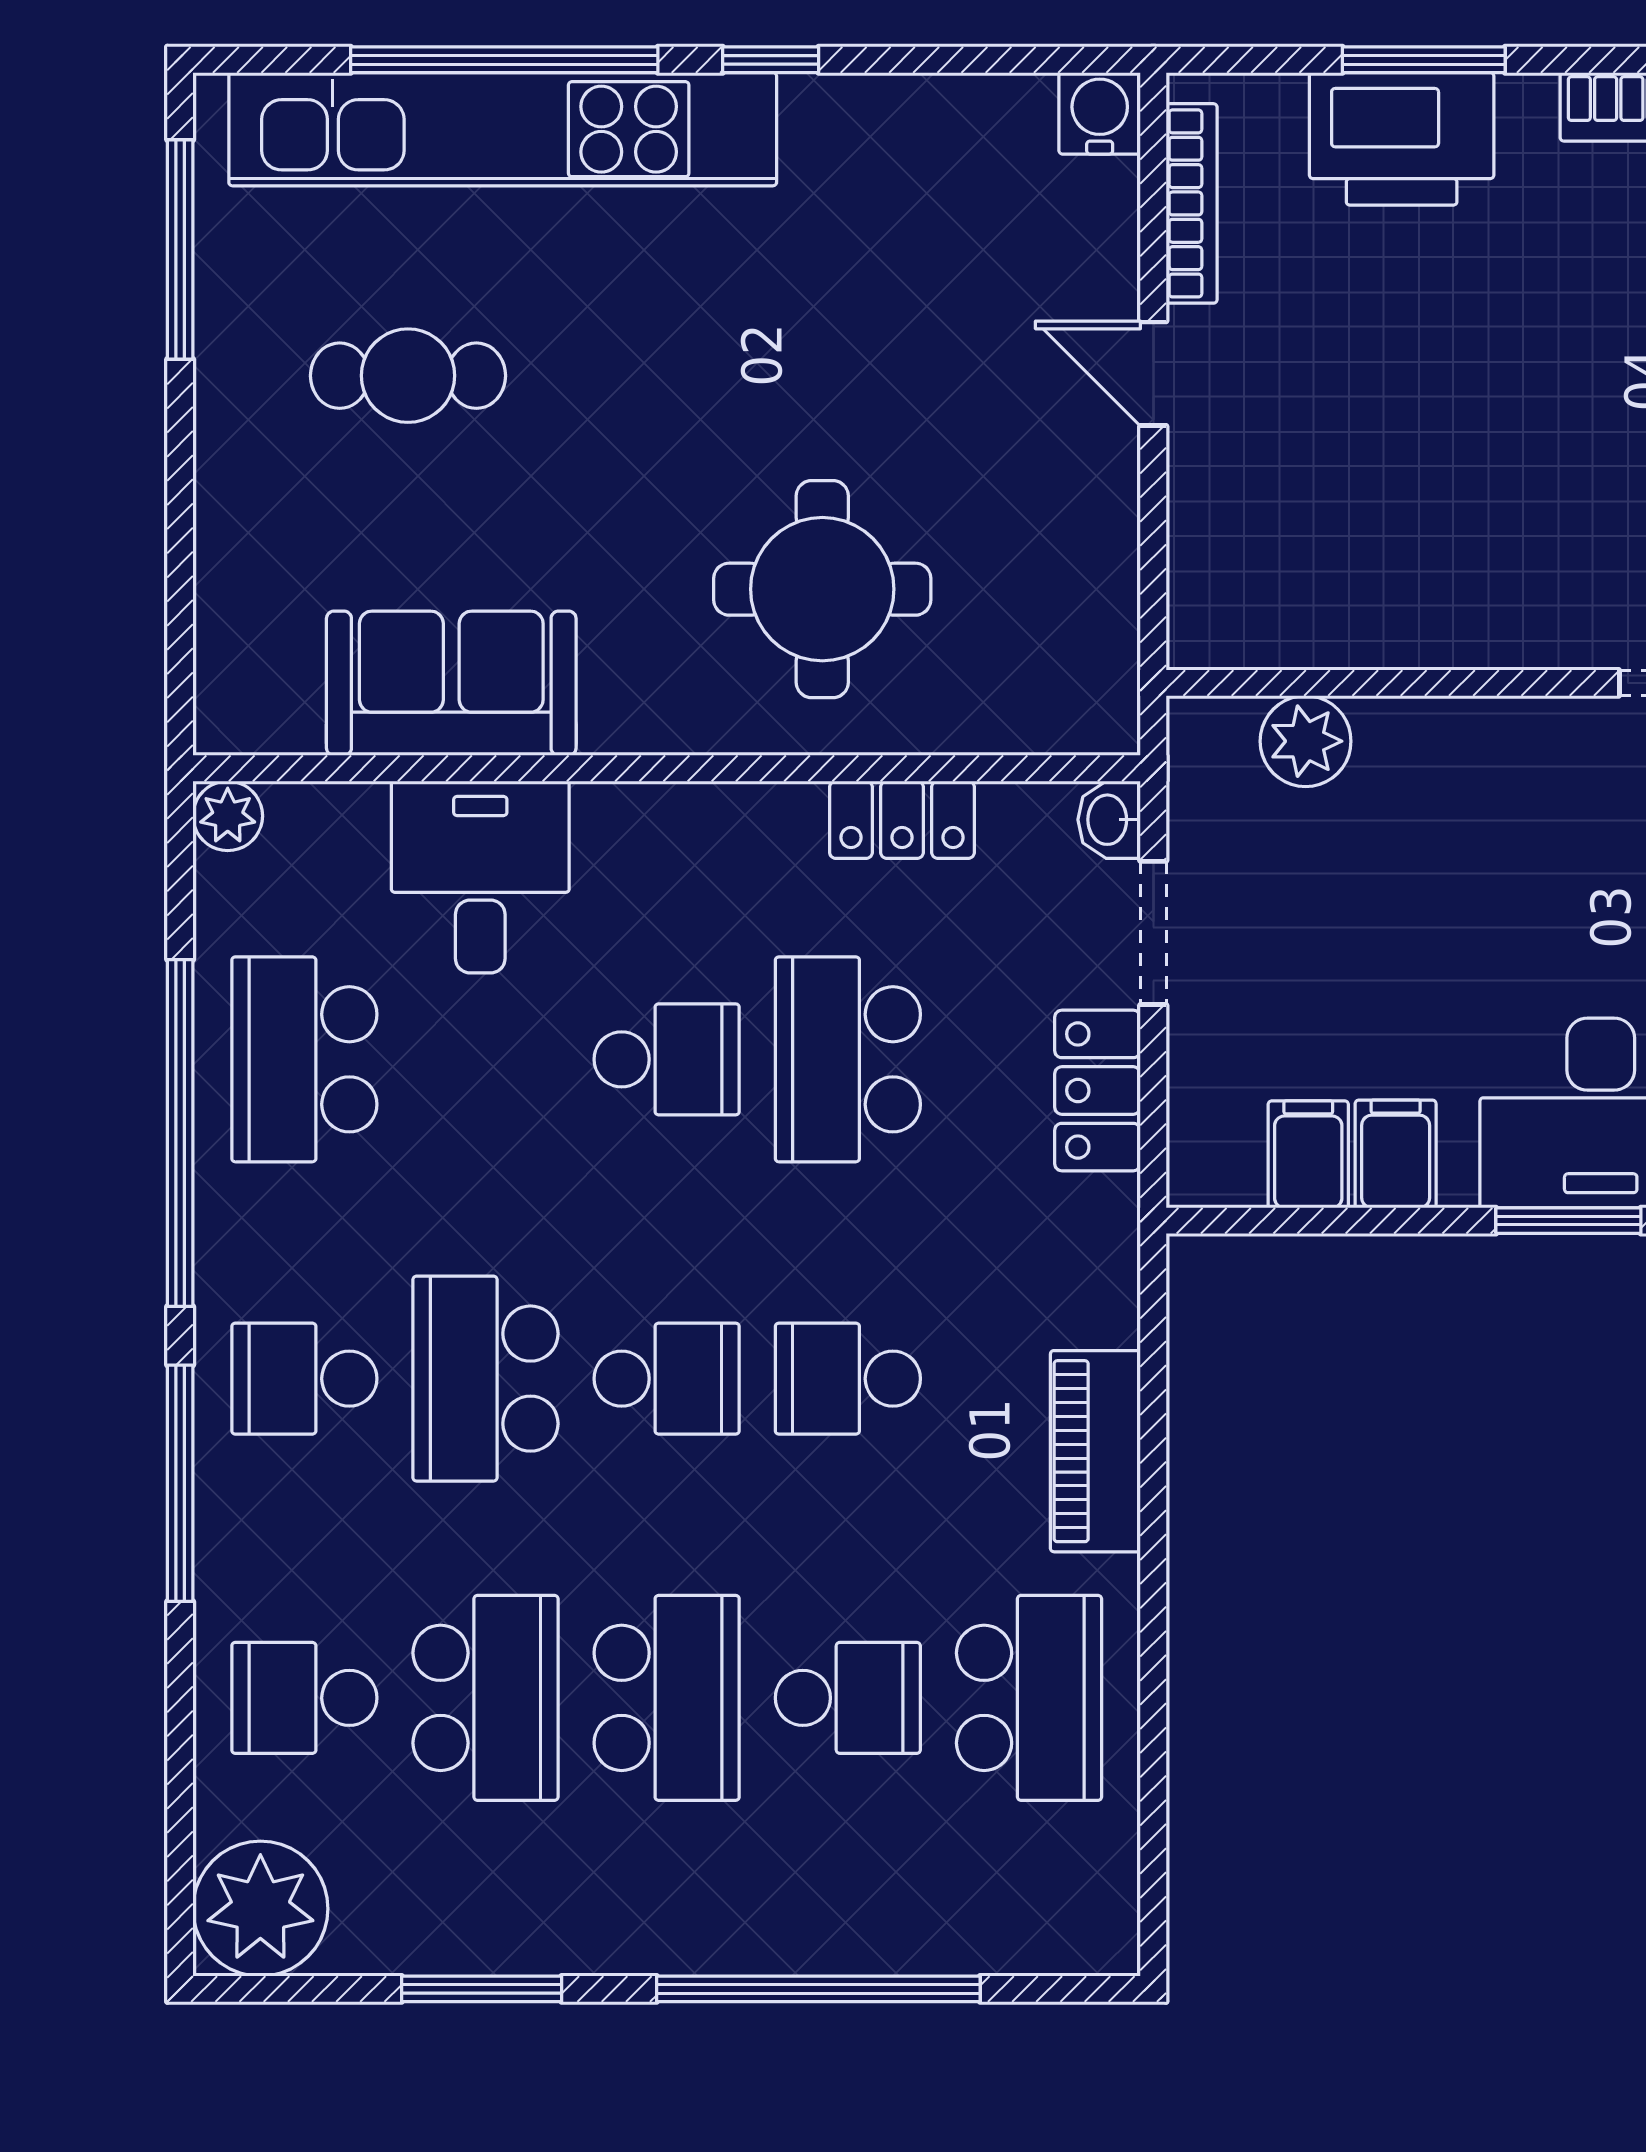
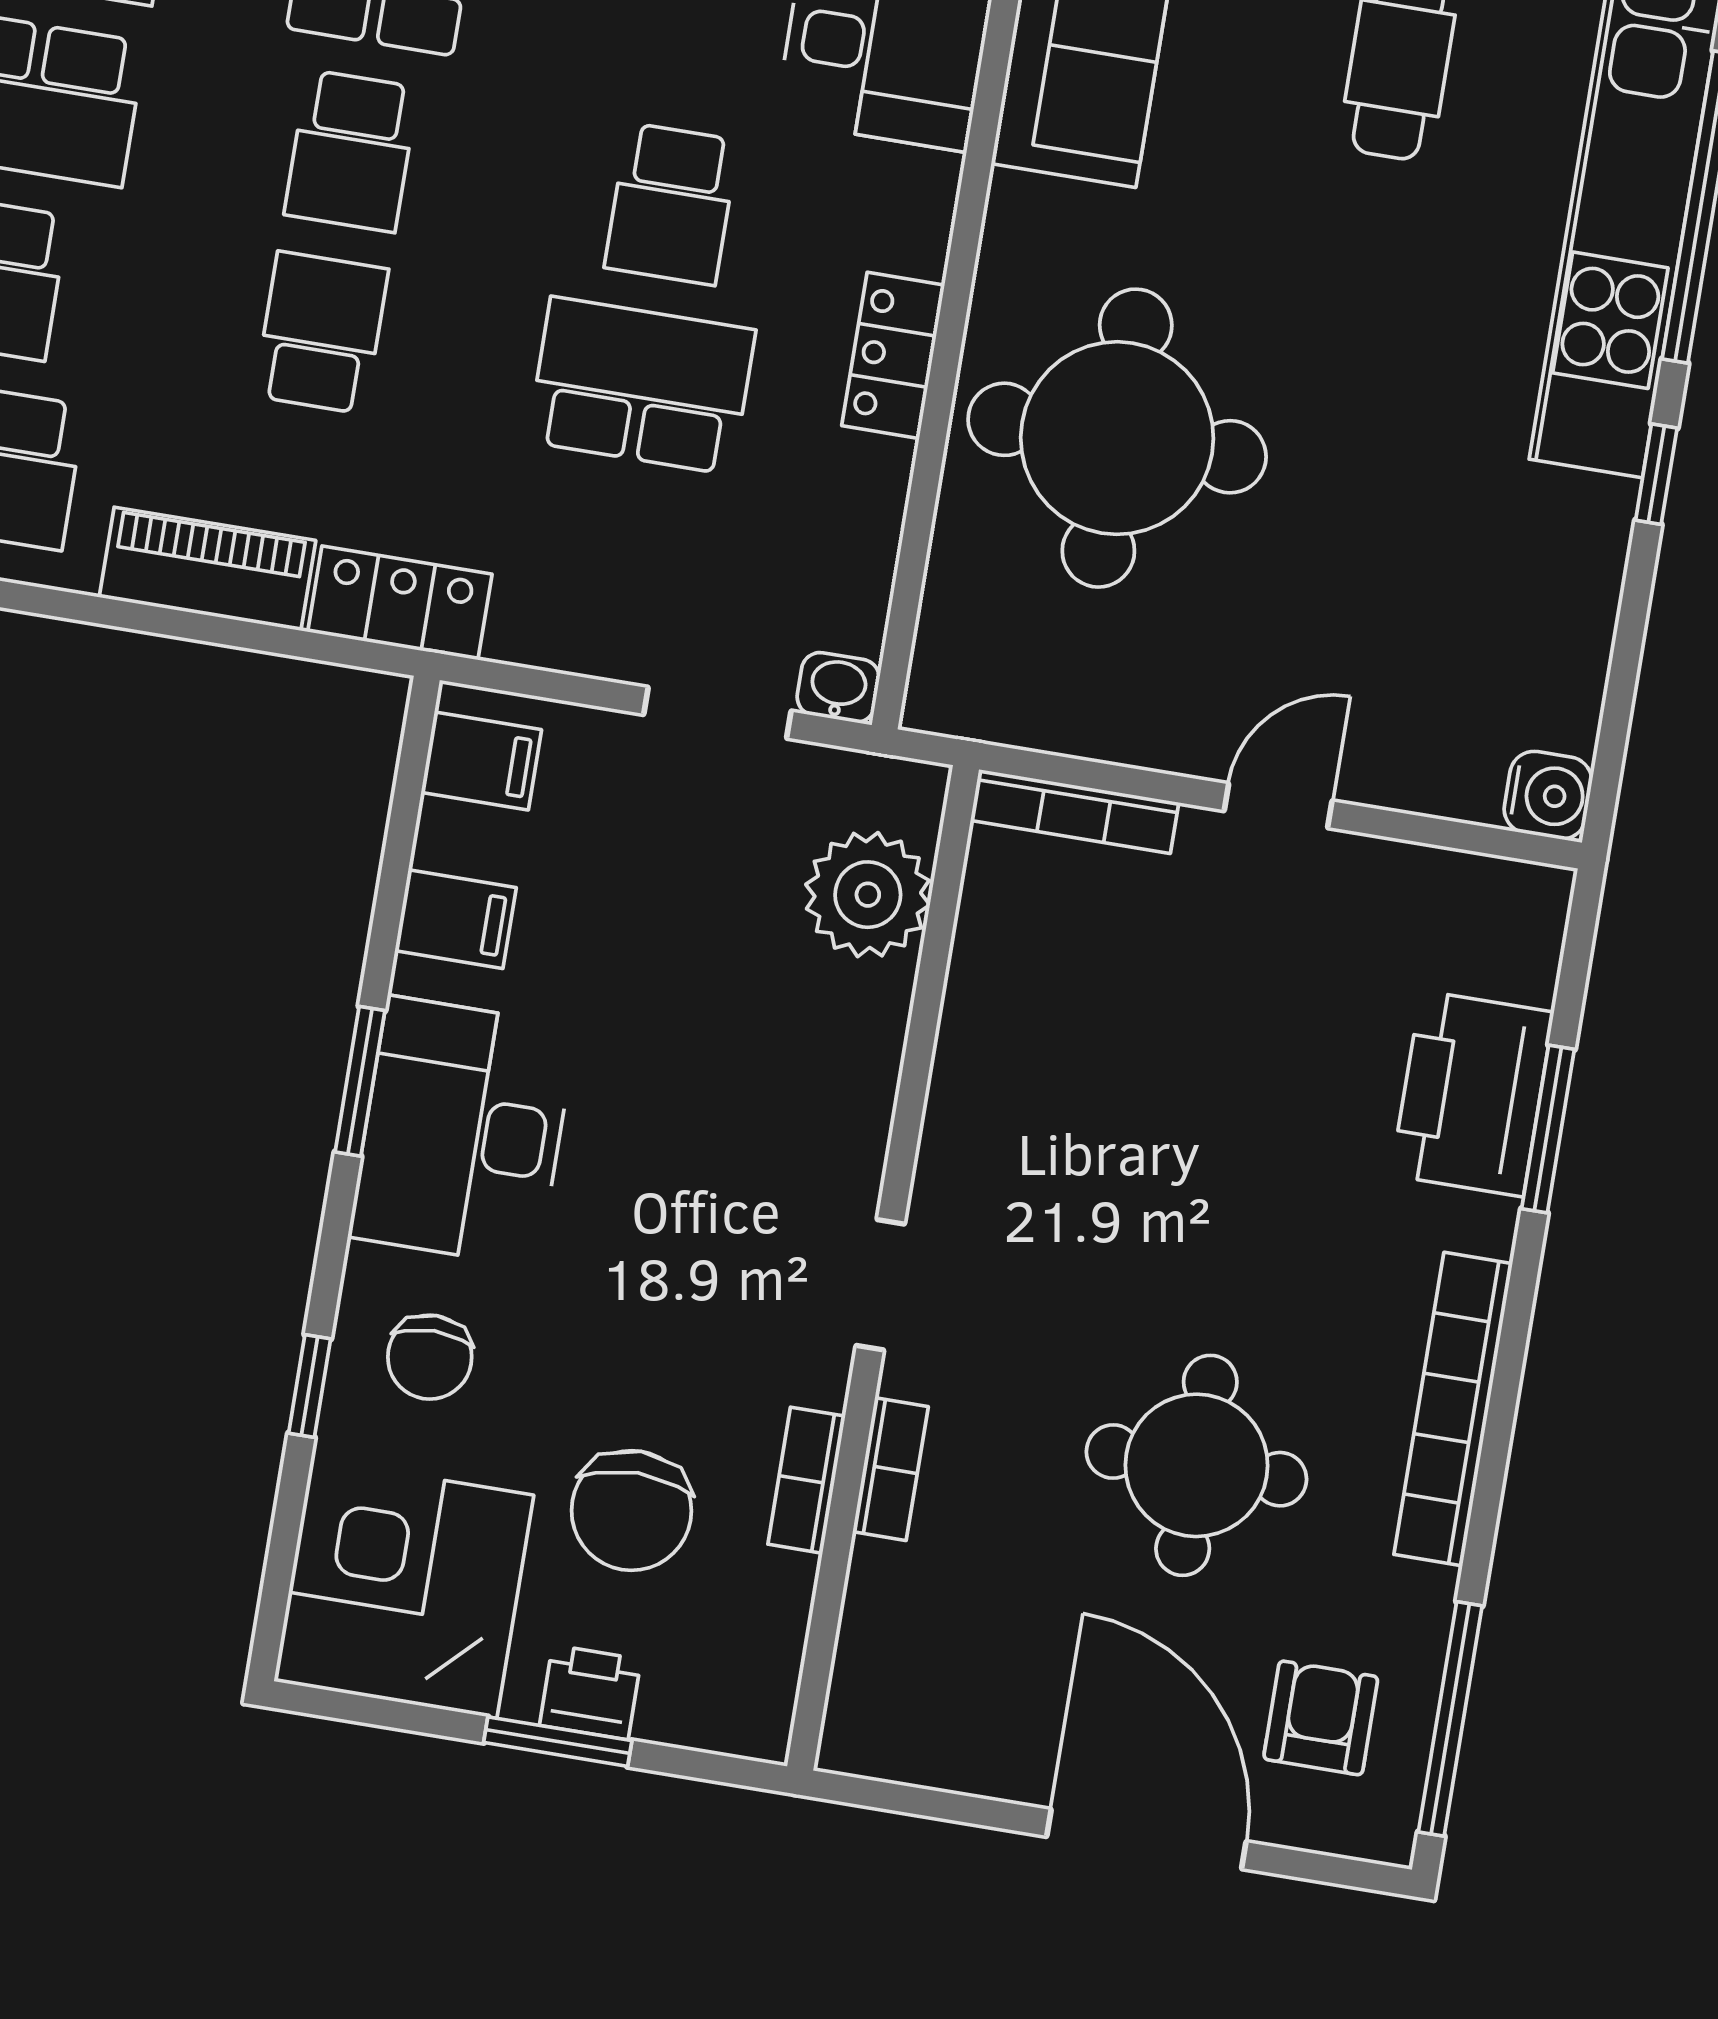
bookcase: (1192, 203) -> (1075, 811), moved
round table: (822, 589) -> (1117, 438), width x1.36, depth x1.36
plant: (1306, 741) -> (868, 895), width x1.36, depth x1.36
locker: (902, 820) -> (893, 355), moved
locker: (1098, 1090) -> (400, 603), moved
filing cabinet: (1308, 1154) -> (481, 761), moved

